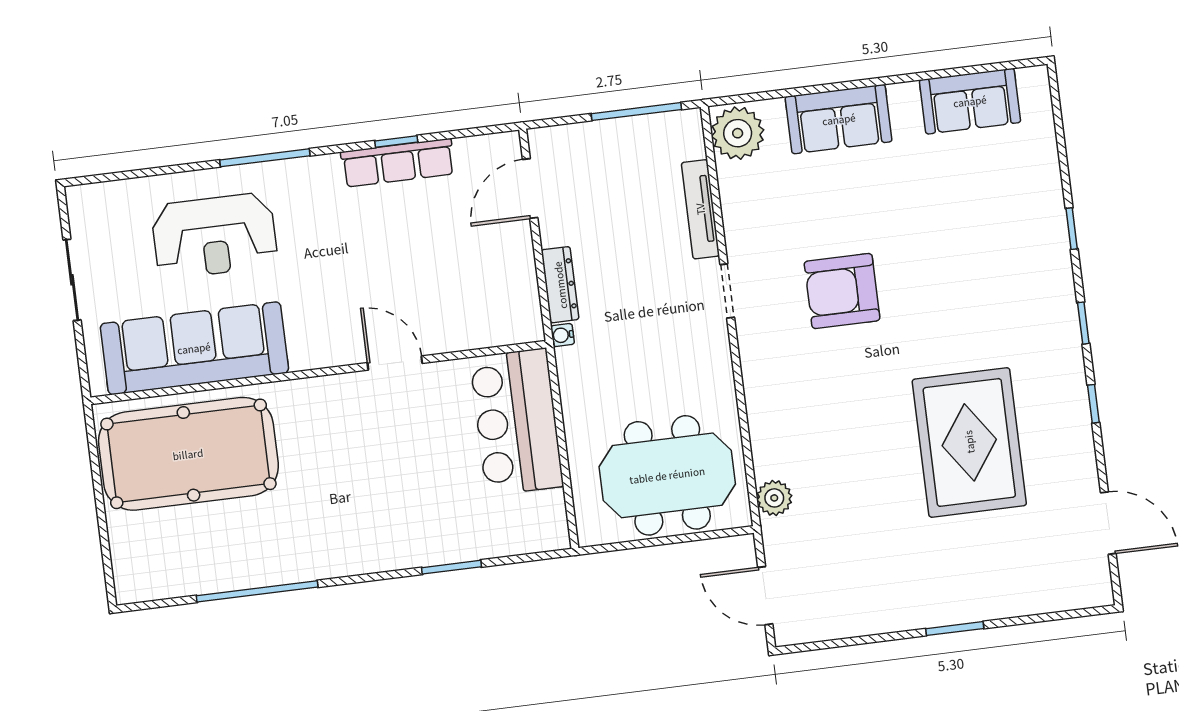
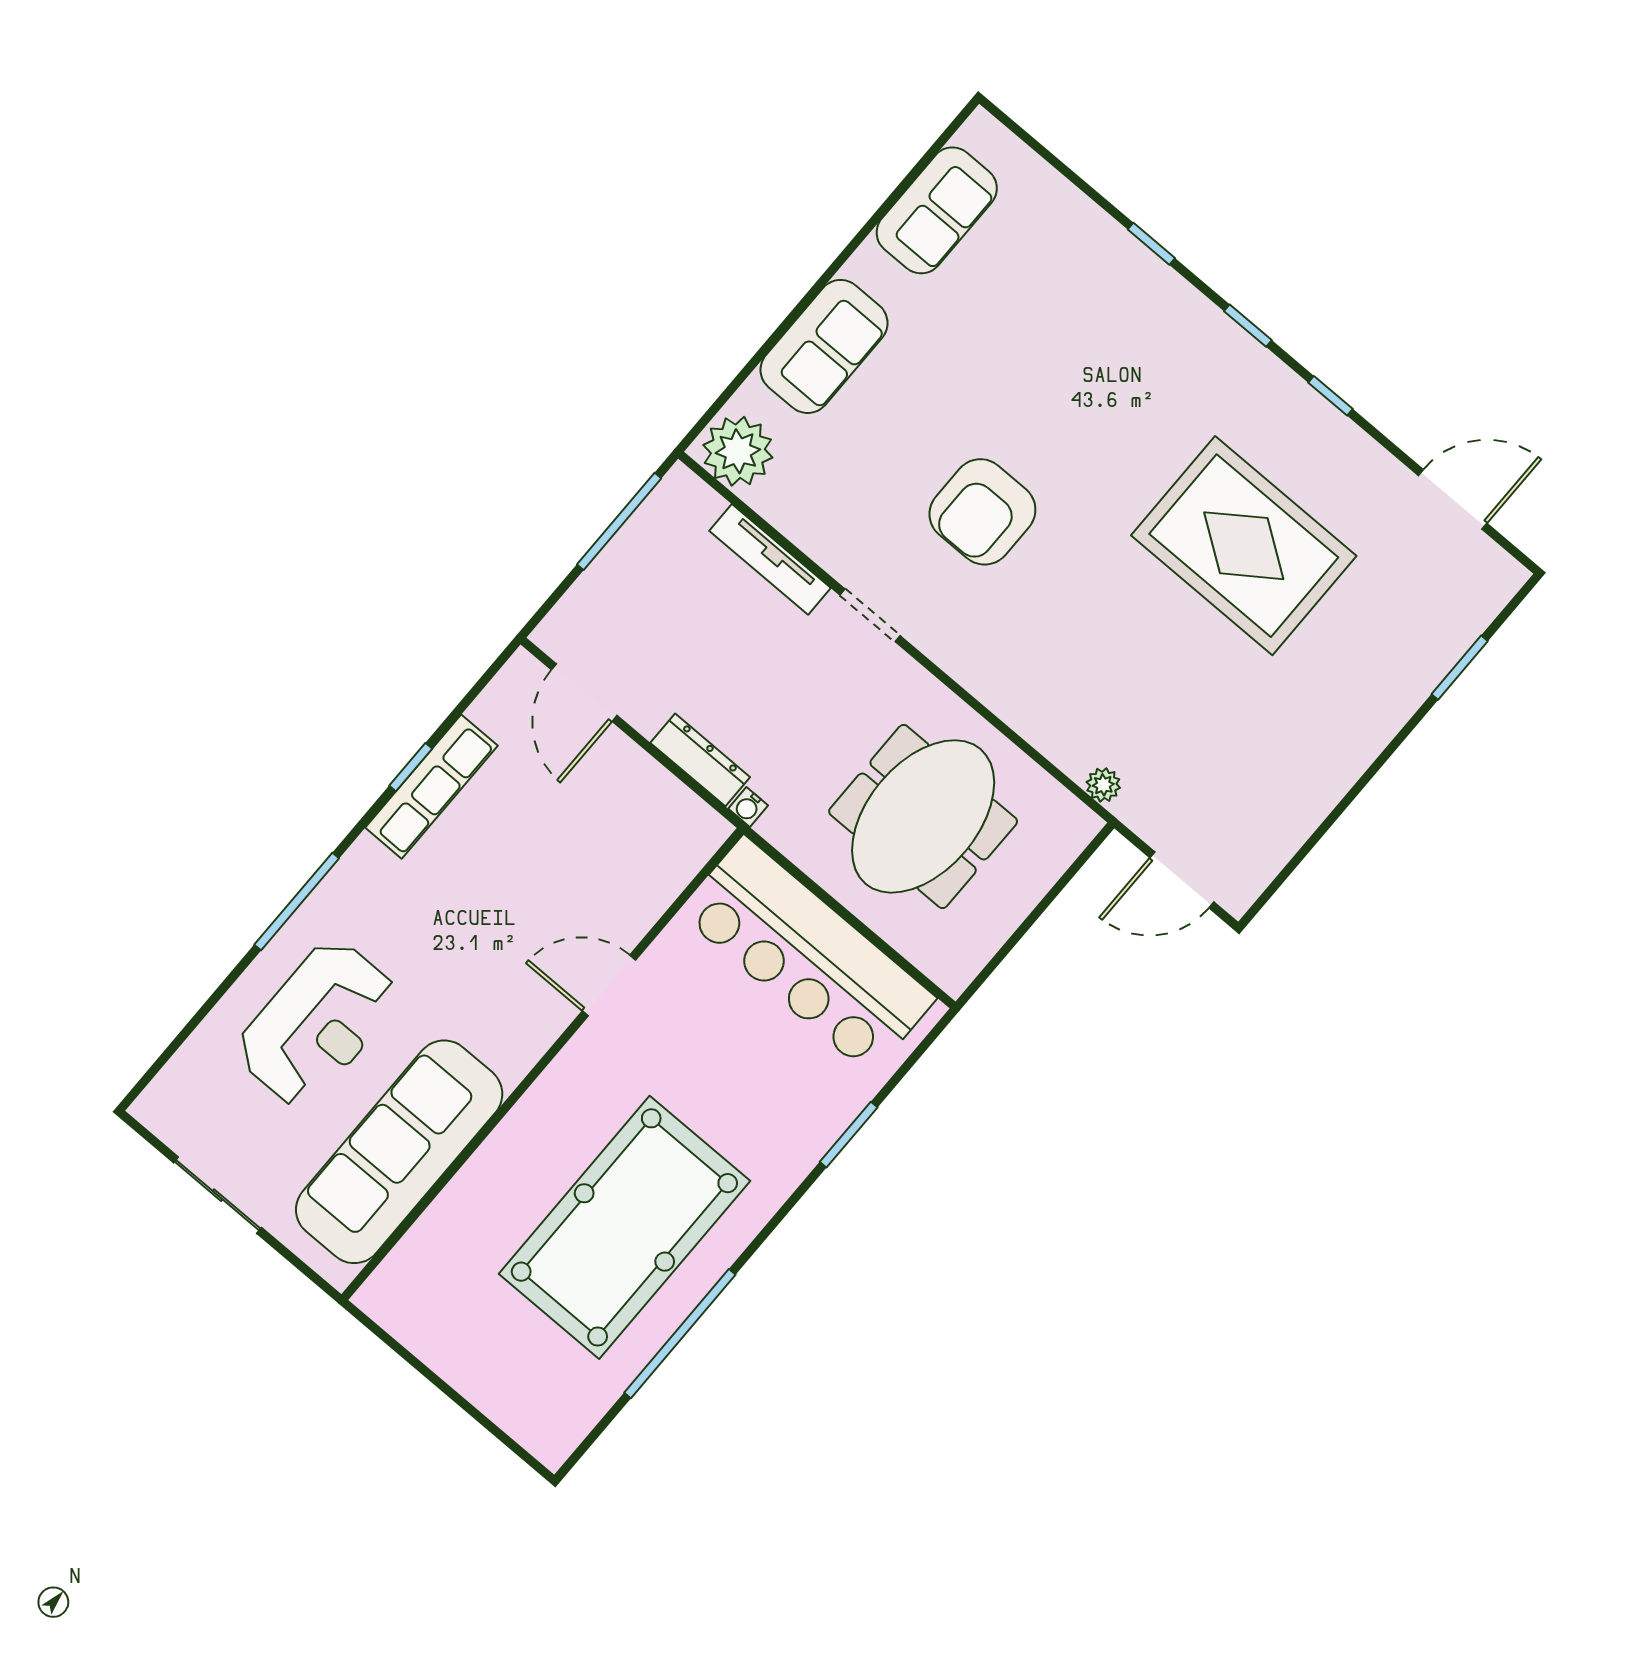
bar counter: (517, 422) -> (807, 955), width x1.36
pool table: (188, 454) -> (624, 1227), moved
meeting table: (667, 475) -> (923, 816), moved
plant: (774, 498) -> (1103, 785), width x0.73, depth x0.73
window: (955, 629) -> (1460, 668), moved

